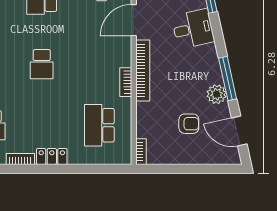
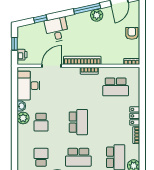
door: (134, 20) -> (51, 66), swing flipped
school desk: (42, 64) -> (78, 122), width x1.85
armchair: (189, 124) -> (132, 33), moved

